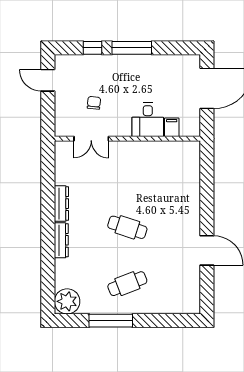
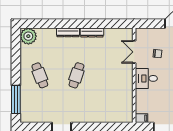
desk: (148, 120) -> (146, 78), moved
filing cabinet: (172, 127) -> (142, 118), moved
window: (111, 321) -> (16, 100), moved

